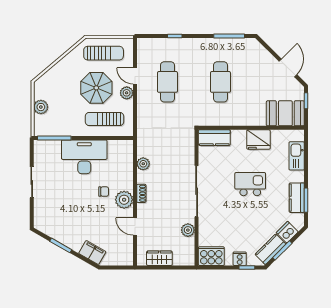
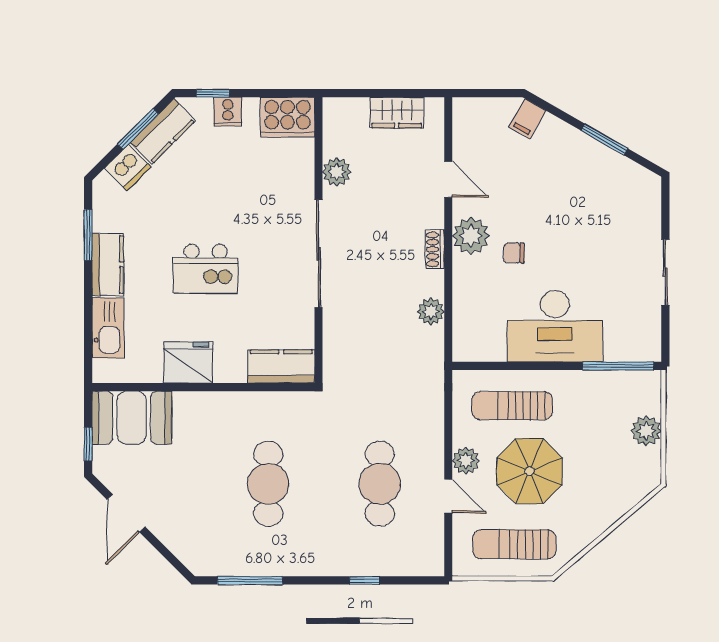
sun lounger: (105, 119) -> (512, 406), turned 180
kitchen counter: (297, 198) -> (108, 265), moved
filing cabinet: (92, 253) -> (527, 119), width x0.50

